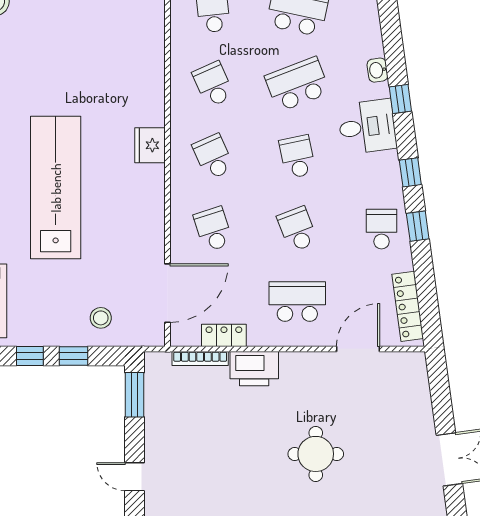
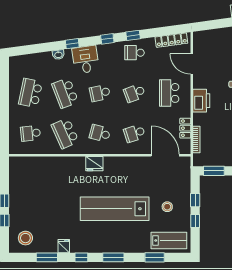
school desk: (213, 84) -> (65, 133), width x1.85
school desk: (213, 157) -> (100, 133), turned 39
stool: (101, 318) -> (167, 207), moved
printer: (254, 369) -> (201, 101), moved

